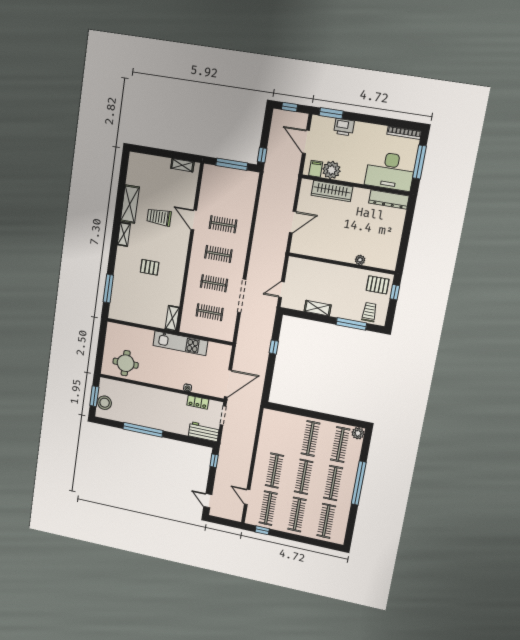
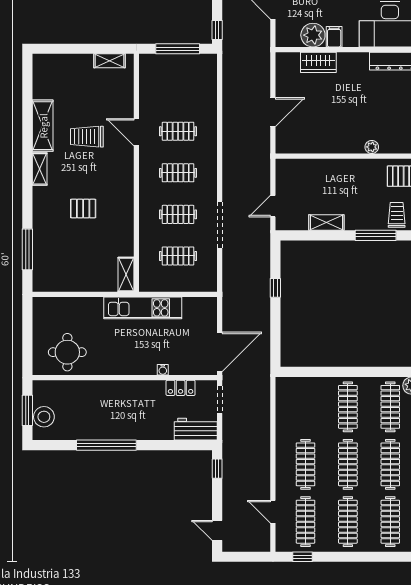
filing cabinet: (316, 169) -> (334, 37), moved
wardrobe: (332, 191) -> (318, 62), width x0.67

